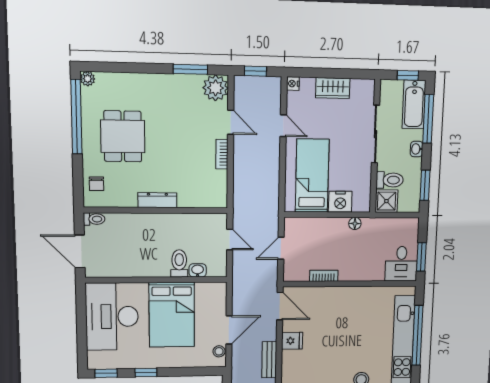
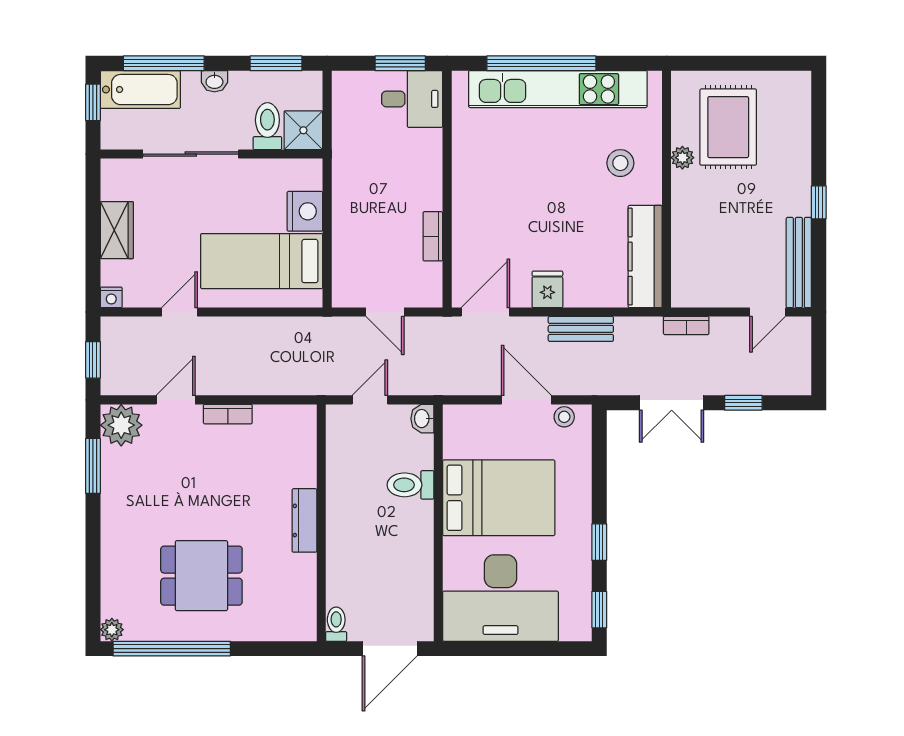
chair: (97, 184) -> (278, 619), removed
floor lamp: (355, 223) -> (342, 184), removed
washbasin: (198, 270) -> (422, 419), moved

